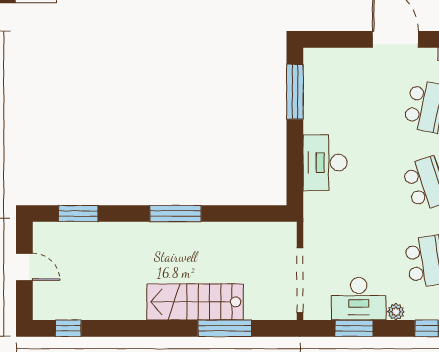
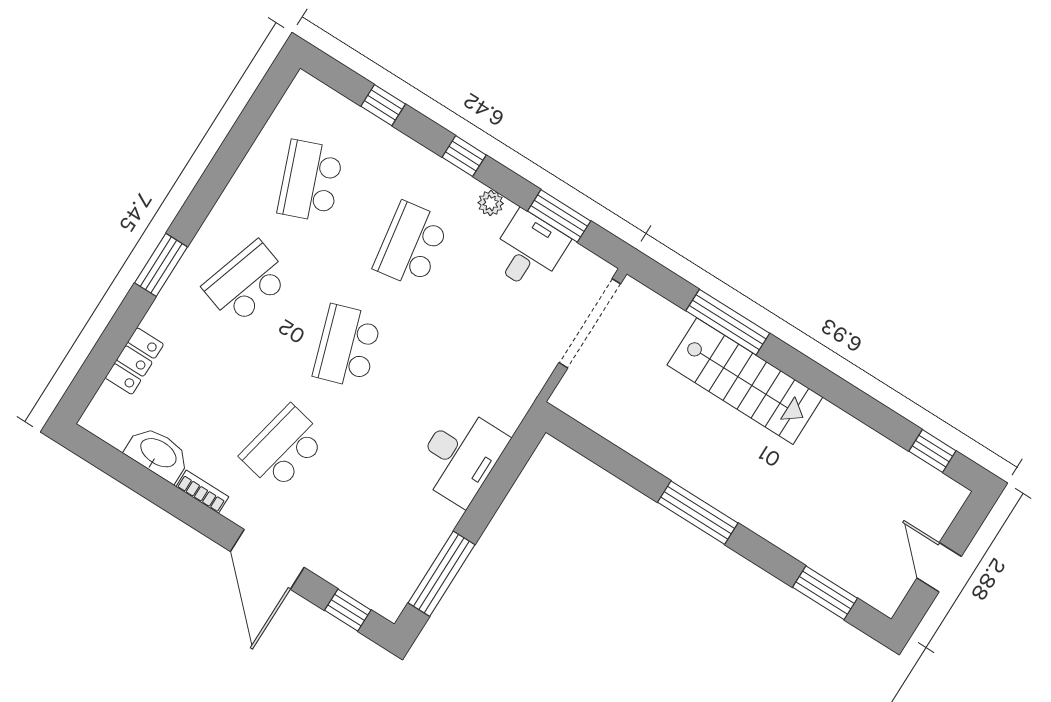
window: (334, 39) -> (348, 610), added
desk: (359, 299) -> (529, 251), width x0.73

